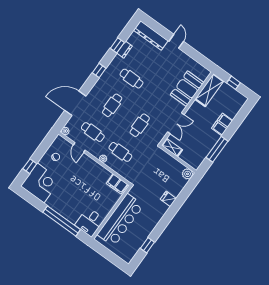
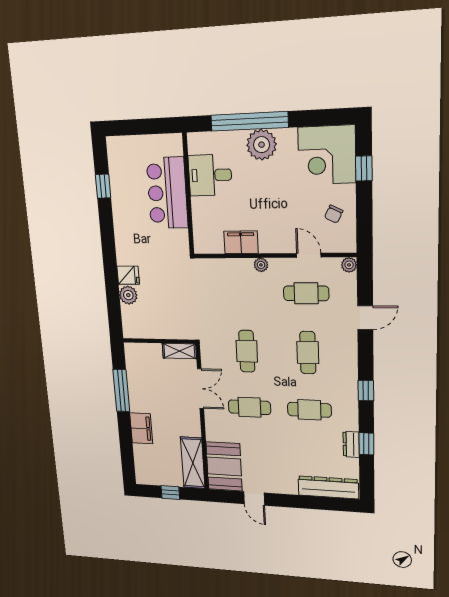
door: (176, 41) -> (254, 498), moved
booth: (187, 89) -> (224, 466), moved
door: (75, 103) -> (365, 318), width x0.53
double door: (176, 123) -> (200, 389), swing flipped
cafe table: (120, 152) -> (249, 407), moved
plant: (188, 174) -> (128, 295), moved
filing cabinet: (117, 184) -> (241, 242), moved
plant: (64, 208) -> (262, 145), added
bar counter: (120, 220) -> (167, 193), width x0.73
desk: (90, 222) -> (210, 175), moved, turned -90

